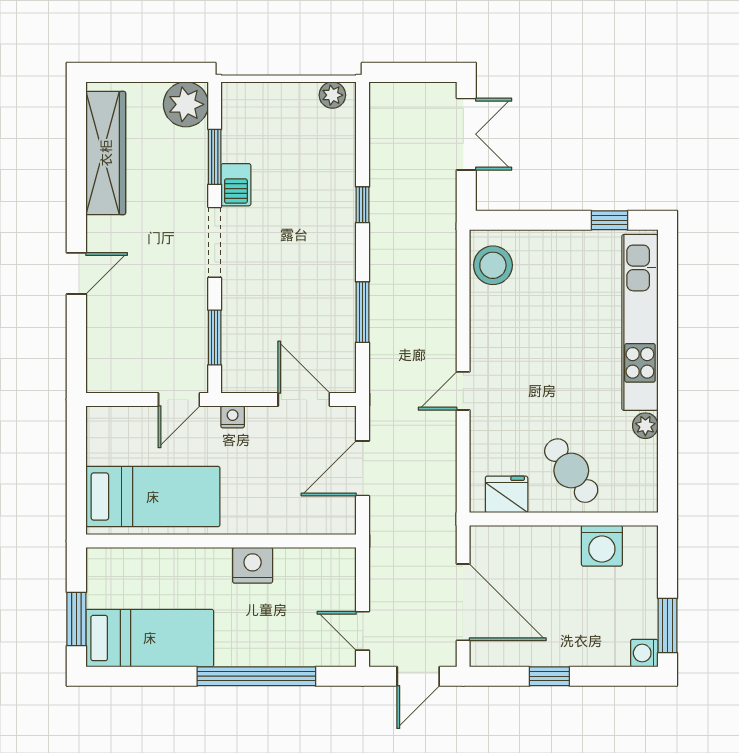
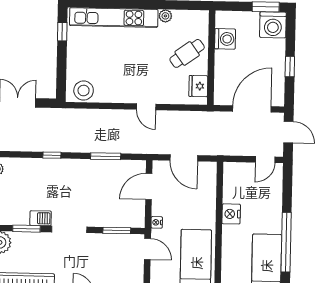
washing machine: (644, 653) -> (273, 25), width x1.89, depth x1.89
window: (256, 676) -> (286, 242), moved

